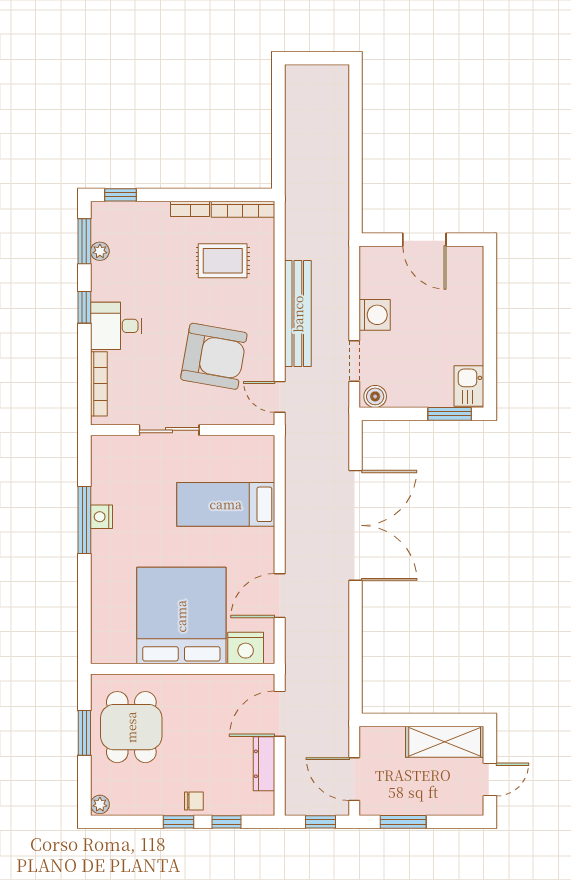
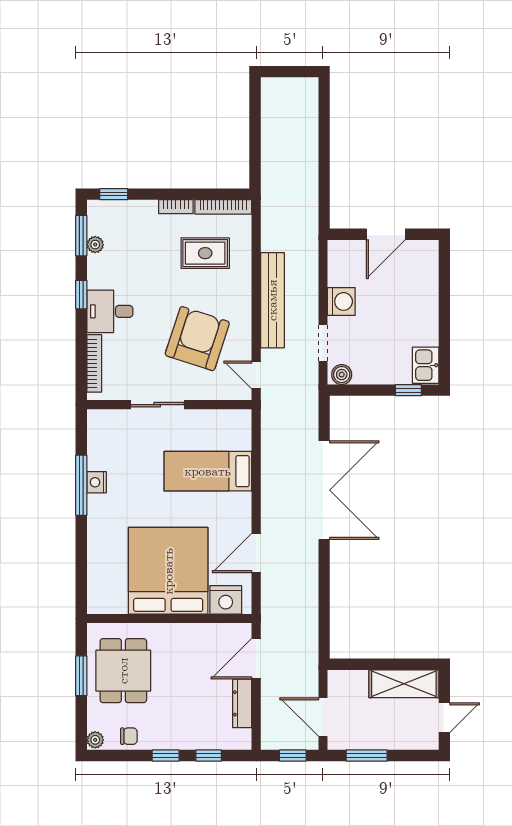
door: (424, 240) -> (386, 234), hinge flipped
armchair: (214, 356) -> (197, 339), turned -82
window: (450, 414) -> (408, 390), width x0.67
chair: (194, 801) -> (129, 736), moved

